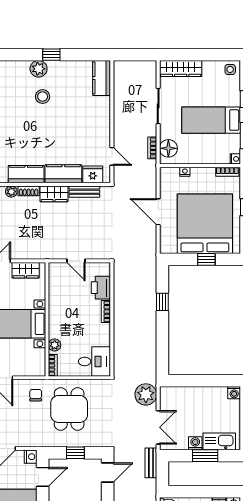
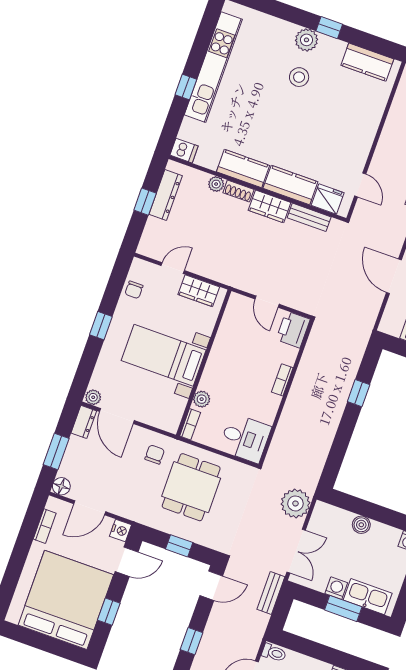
kitchen counter: (102, 78) -> (367, 62), moved, turned -90
printer: (101, 288) -> (293, 329), moved
boiler: (197, 393) -> (361, 525), added

